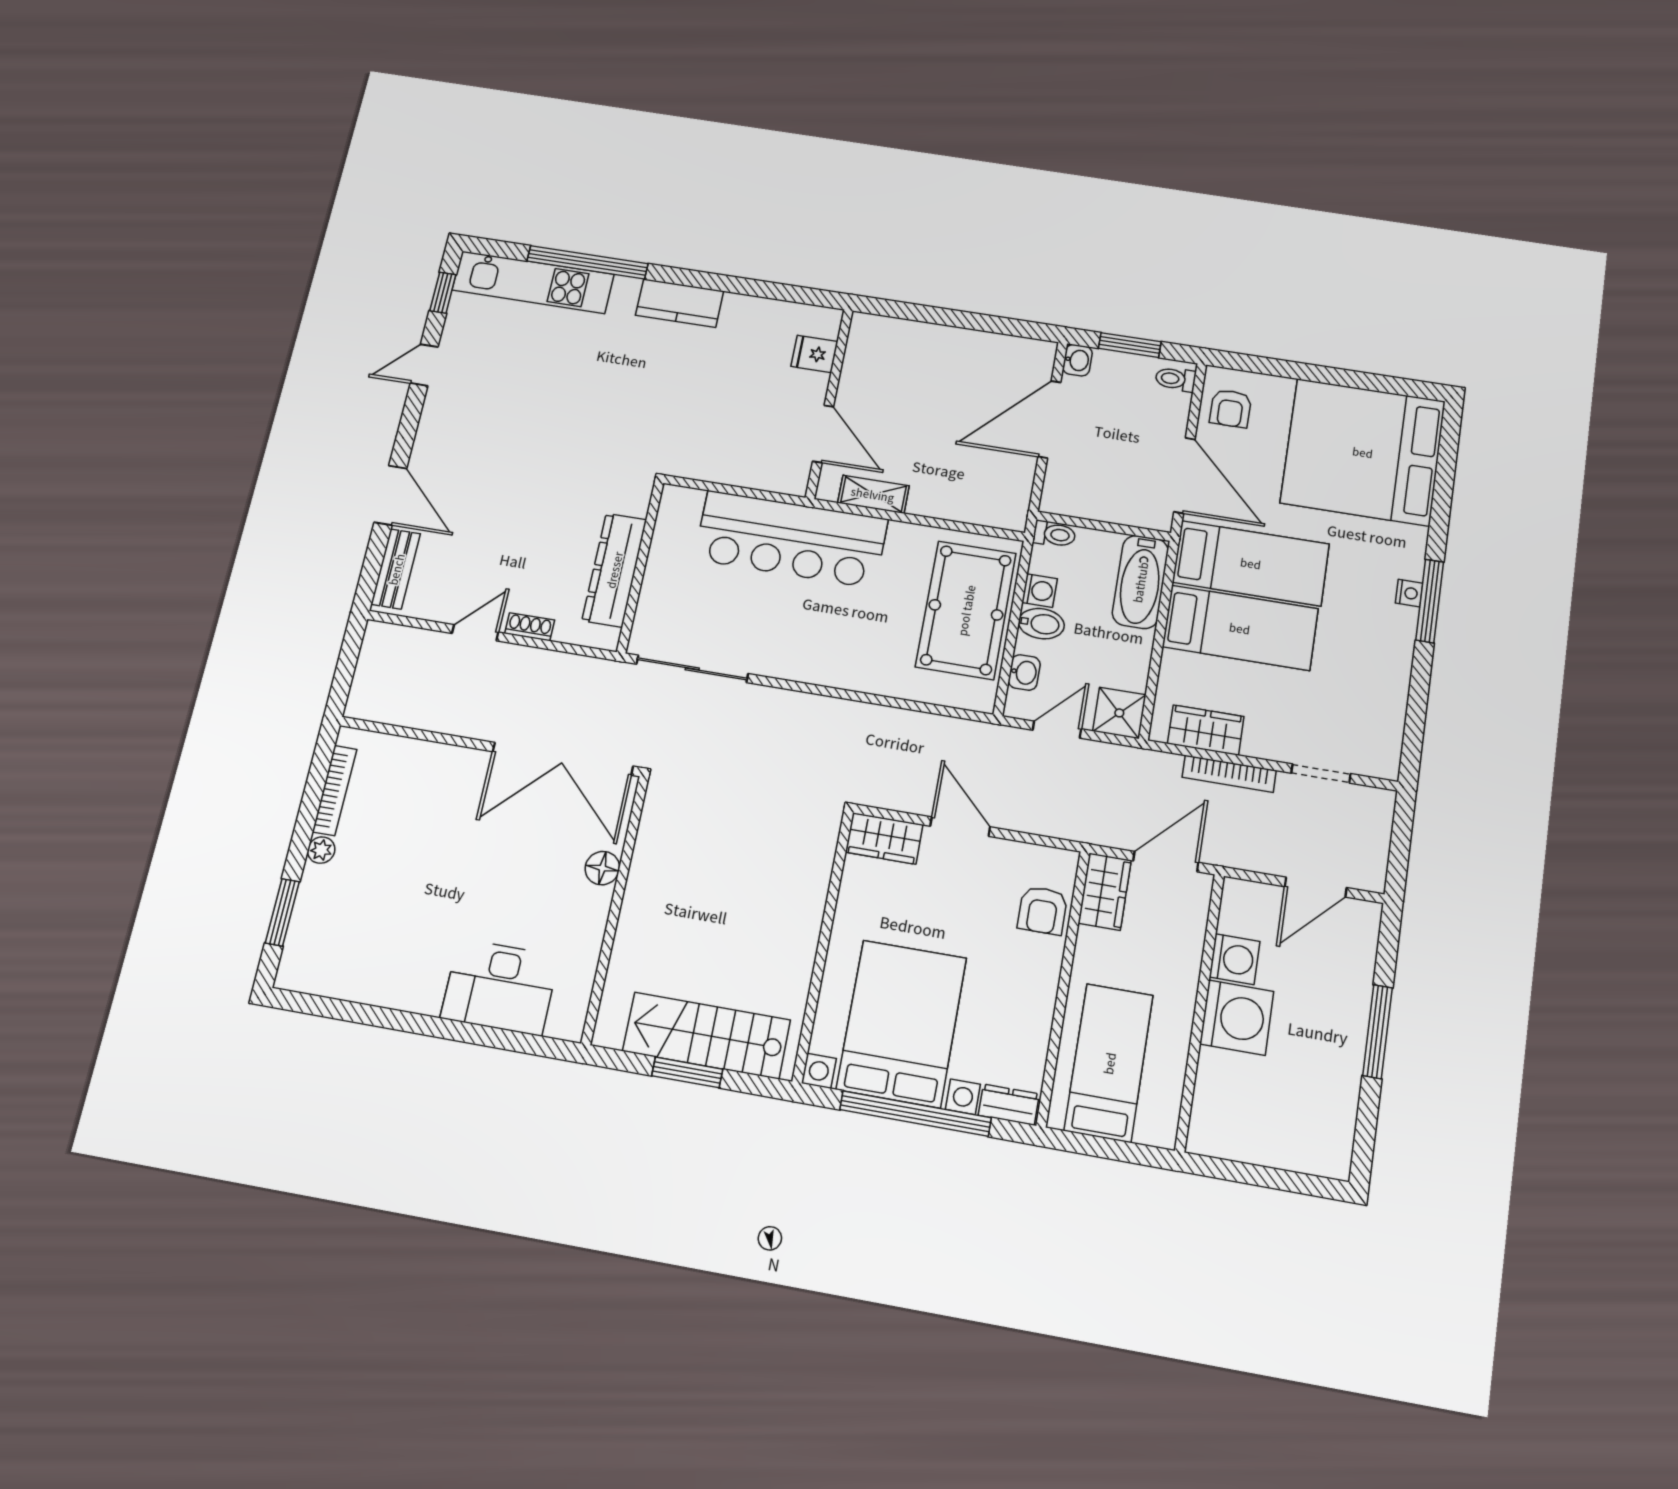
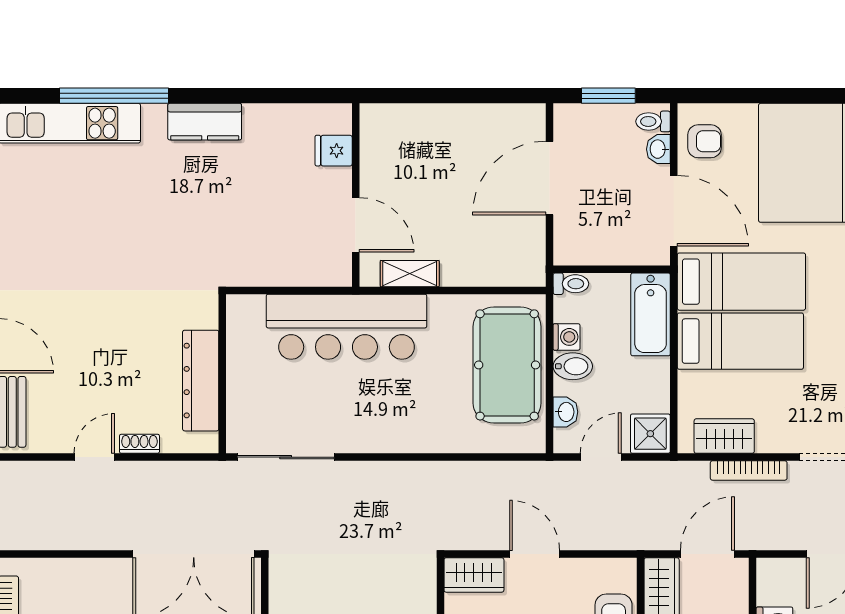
washbasin: (1077, 360) -> (658, 149), moved, turned 180
armchair: (1230, 408) -> (705, 141), turned -90

